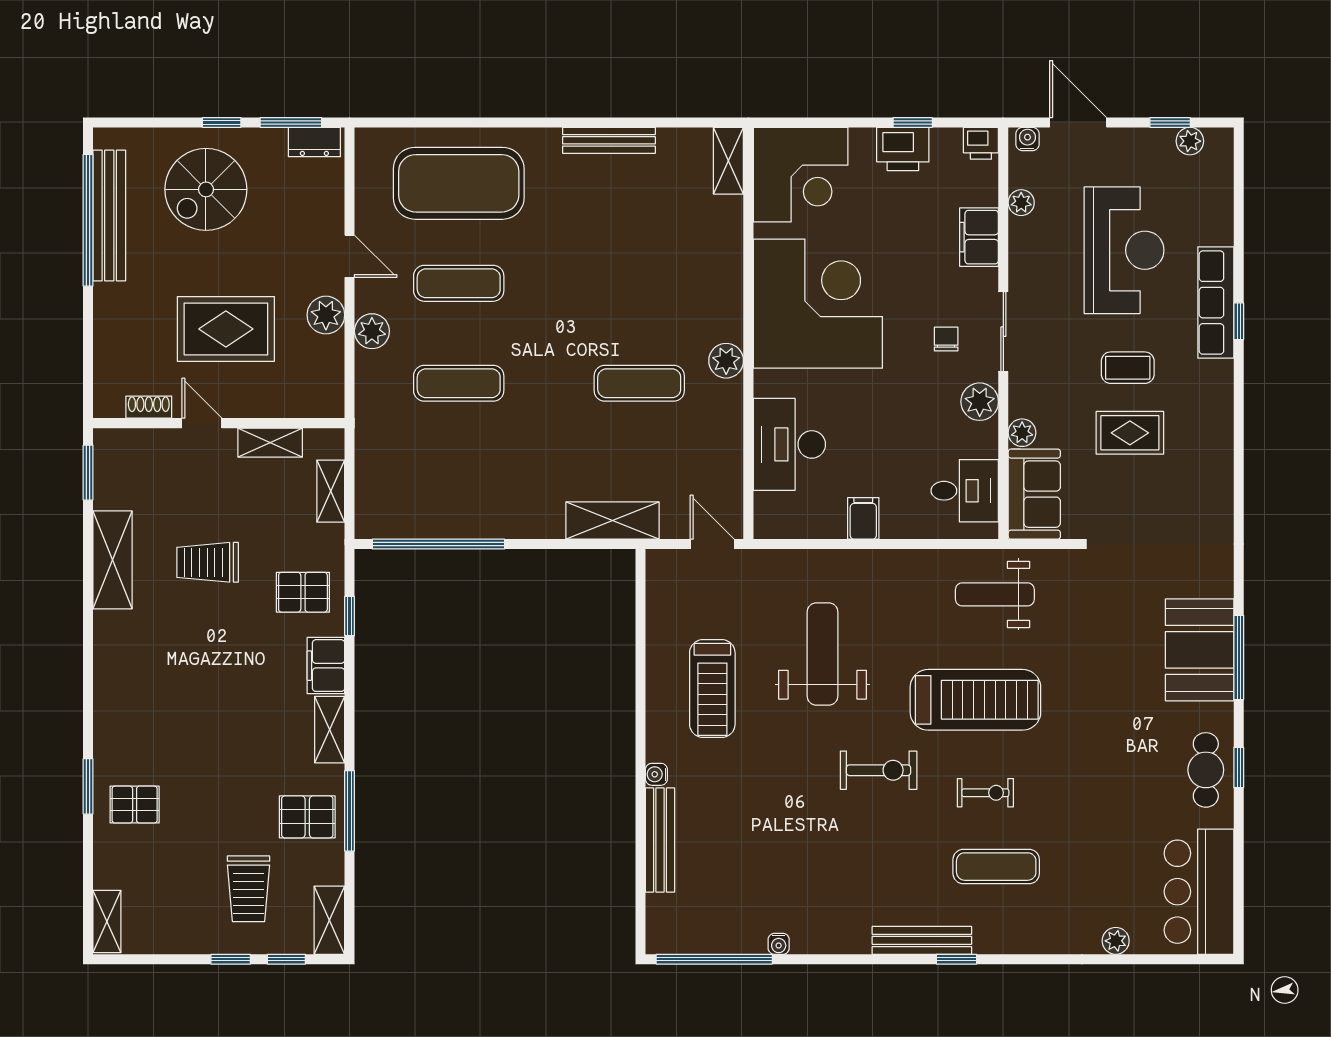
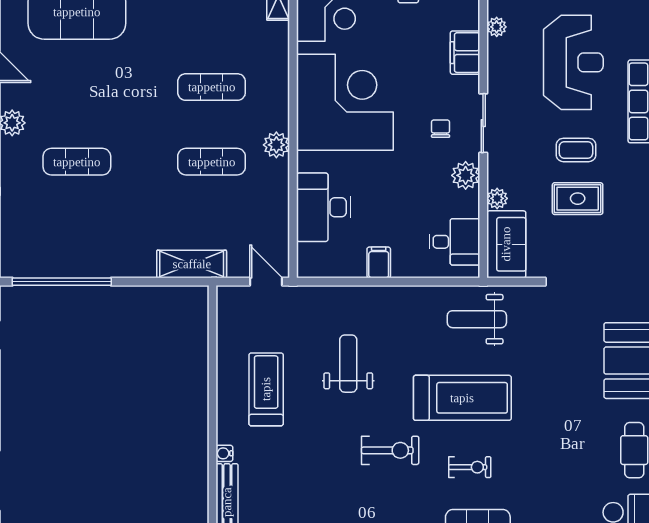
exercise mat: (459, 283) -> (212, 87), moved
weight bench: (823, 654) -> (348, 364), width x0.73, depth x0.75
treadmill: (712, 688) -> (266, 389), turned 180

